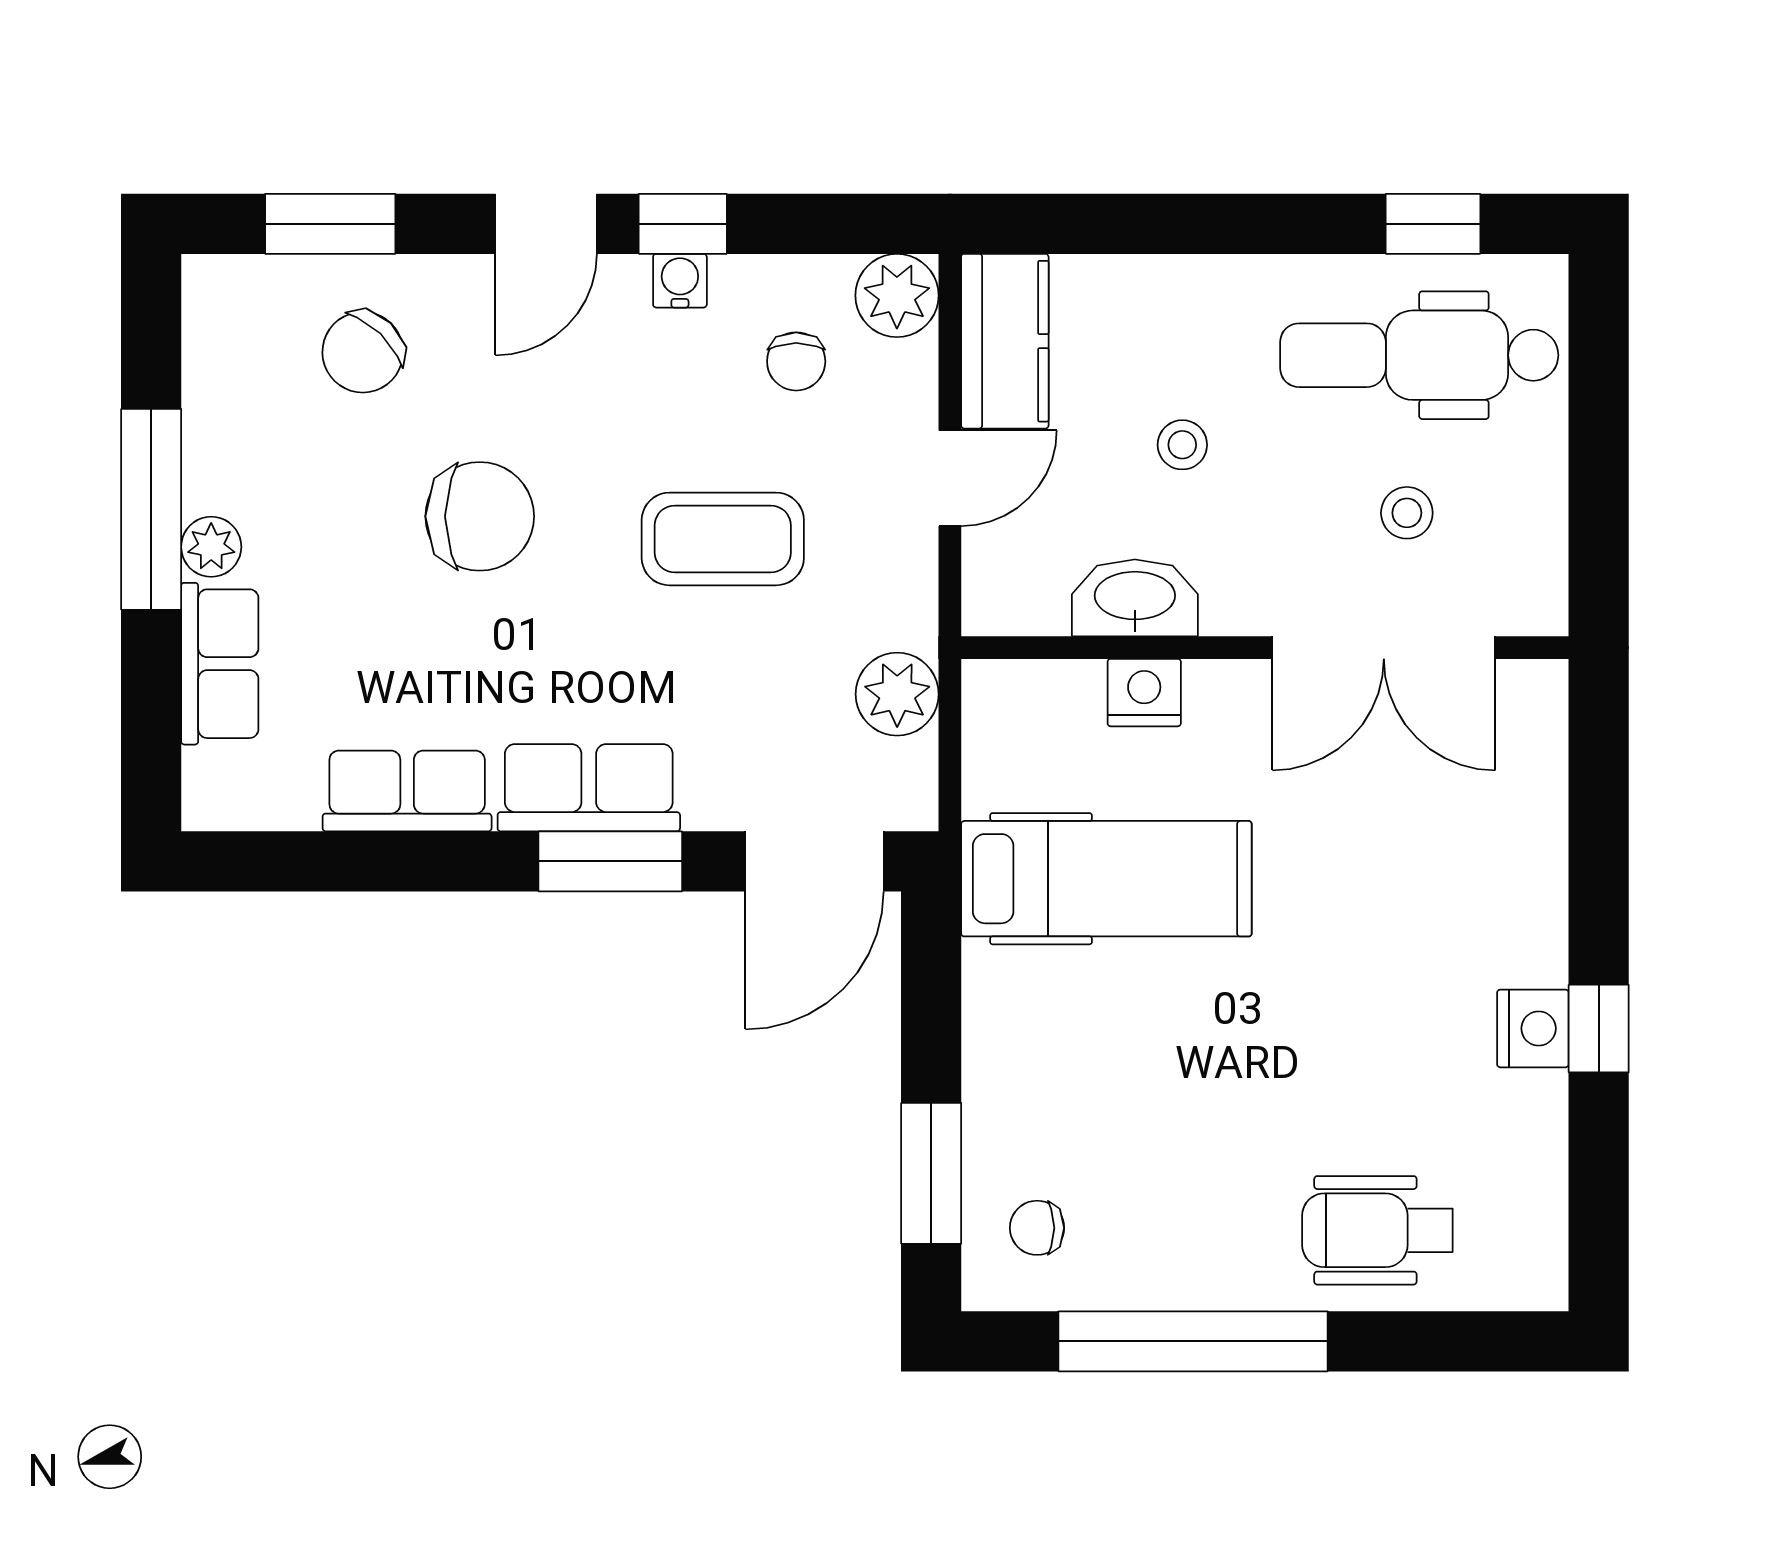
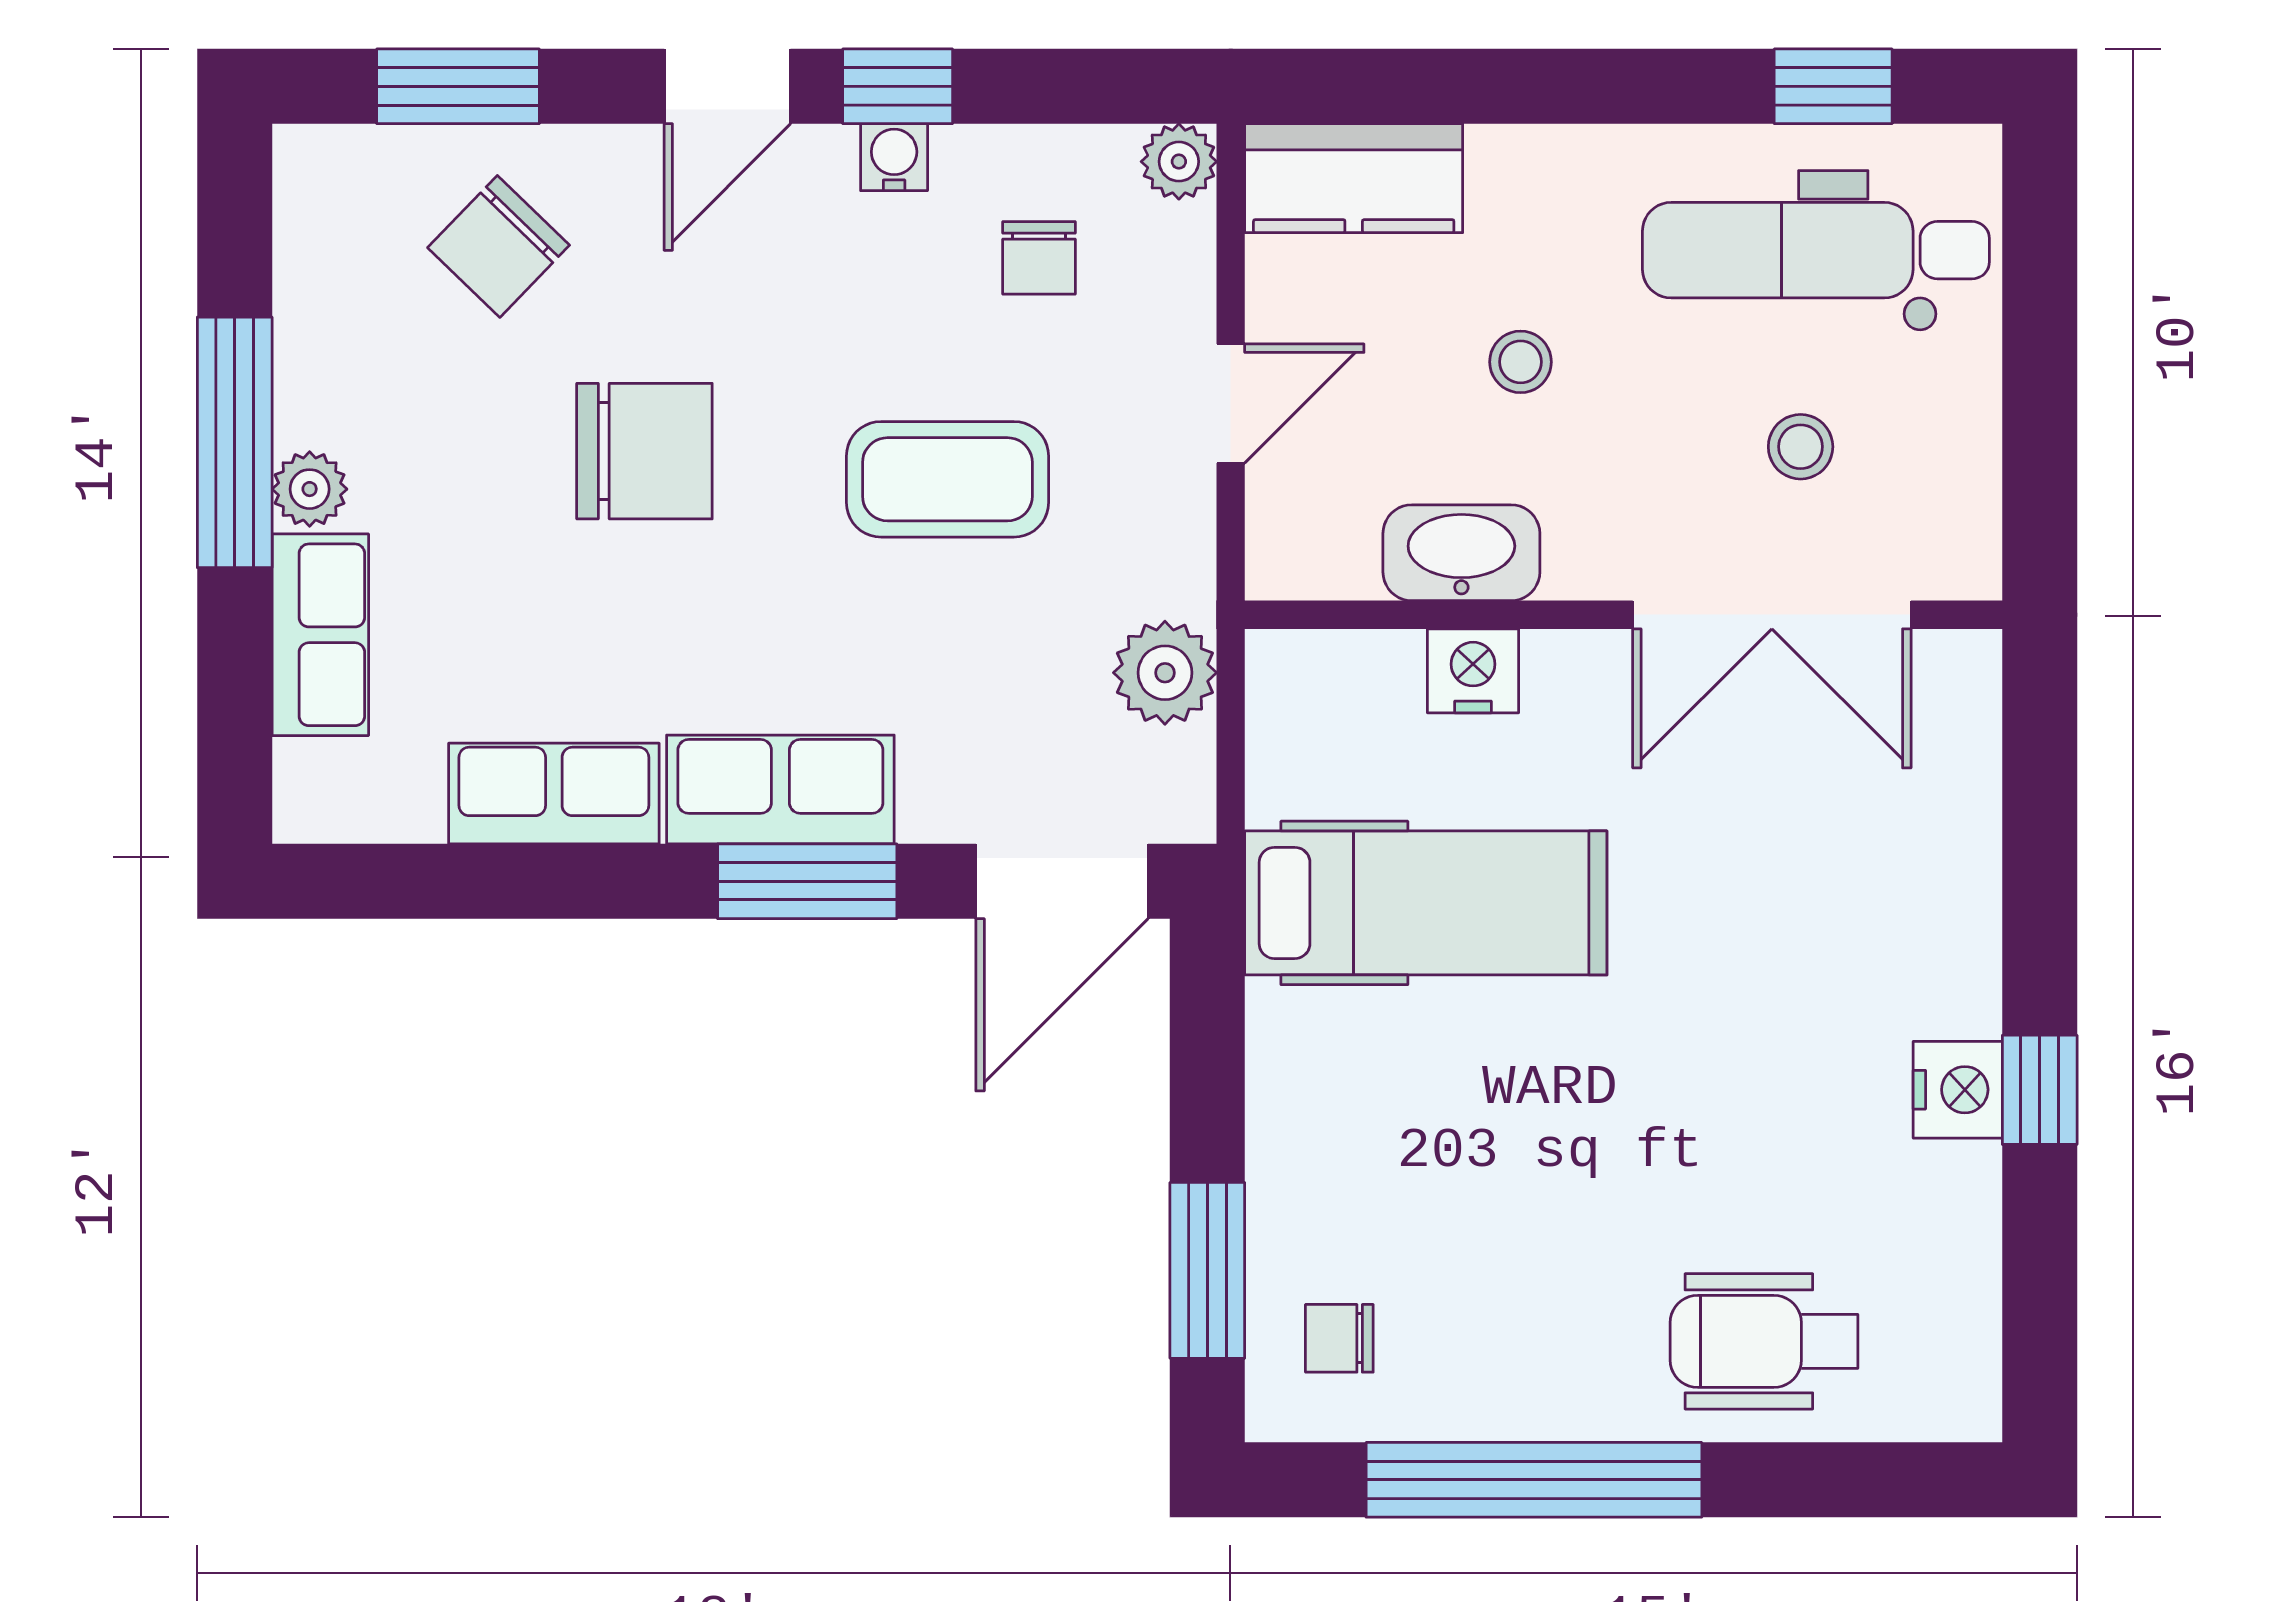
plant: (897, 295) -> (1179, 162), width x0.73, depth x0.73
kitchen counter: (1005, 341) -> (1354, 178), moved, turned 90

